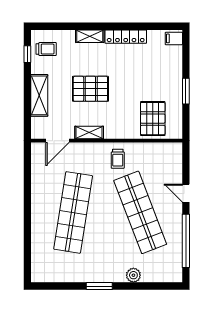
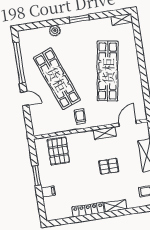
filing cabinet: (174, 38) -> (48, 191), moved
pallet: (90, 89) -> (109, 166), width x0.67, depth x0.71
shelving: (44, 276) -> (122, 19), added

